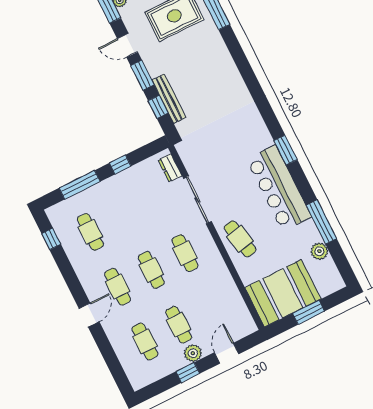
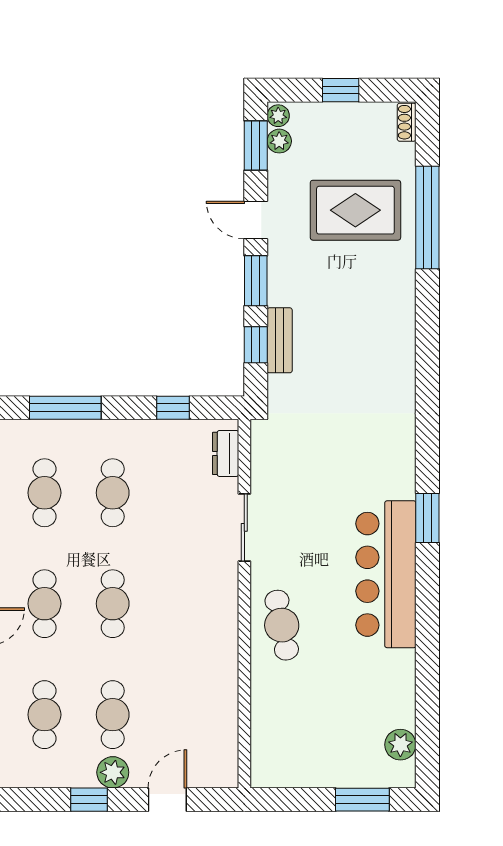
bench: (169, 99) -> (280, 340), width x0.73
window: (120, 165) -> (173, 408), moved
sliding door: (197, 200) -> (244, 527), width x0.73
window: (321, 222) -> (427, 663), removed
plant: (319, 251) -> (400, 745), moved
cafe table: (185, 253) -> (113, 493), moved
booth: (283, 293) -> (307, 748), removed
window: (309, 312) -> (362, 800), moved

